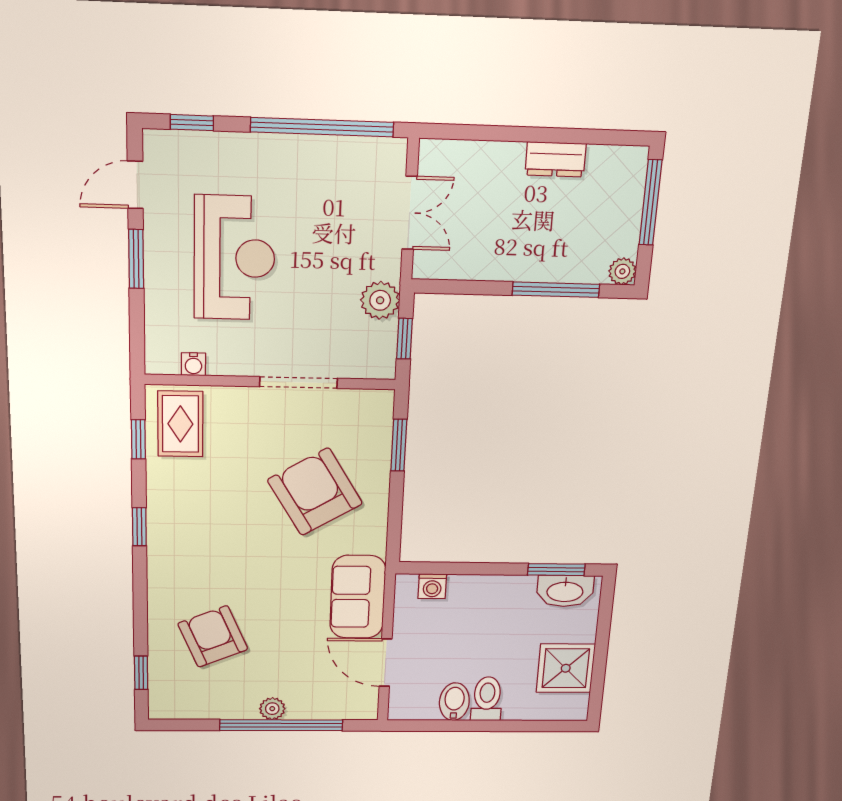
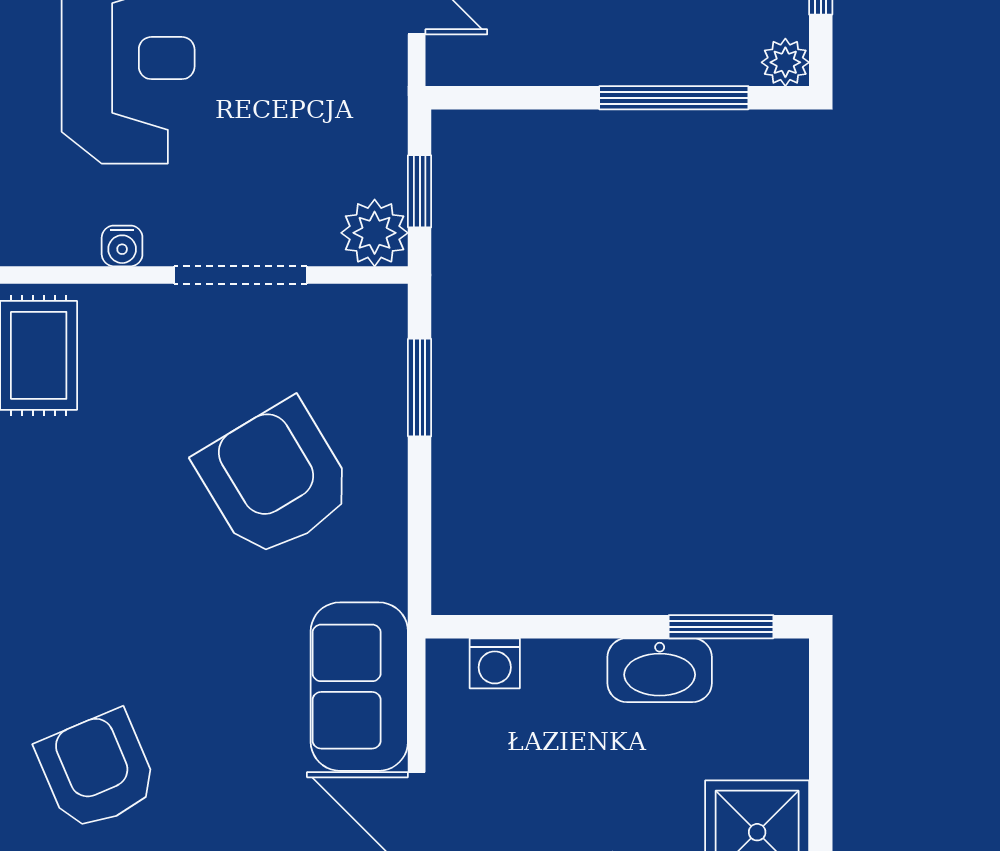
plant: (380, 300) -> (375, 233), moved
water cooler: (193, 364) -> (122, 246), moved
washbasin: (565, 591) -> (660, 670), moved

